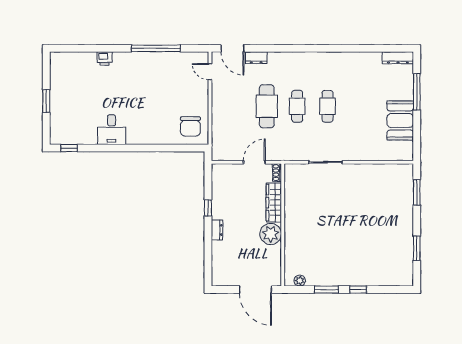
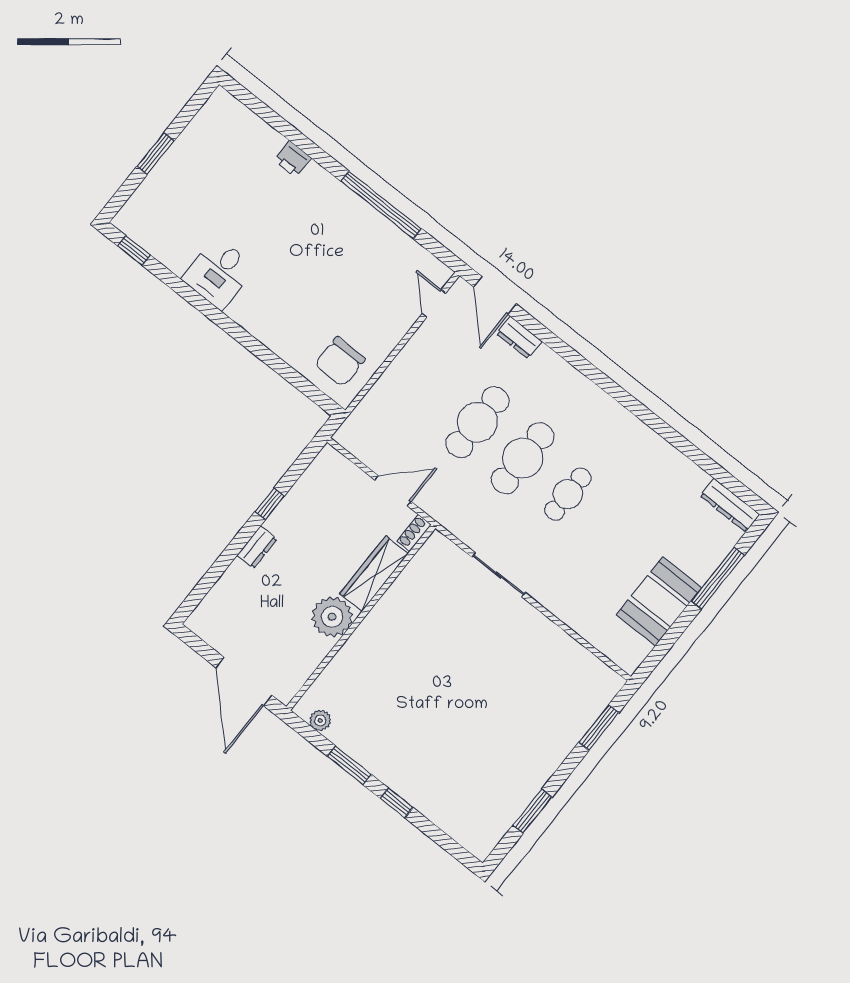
cafe table: (297, 106) -> (523, 458), width x1.37, depth x1.35

